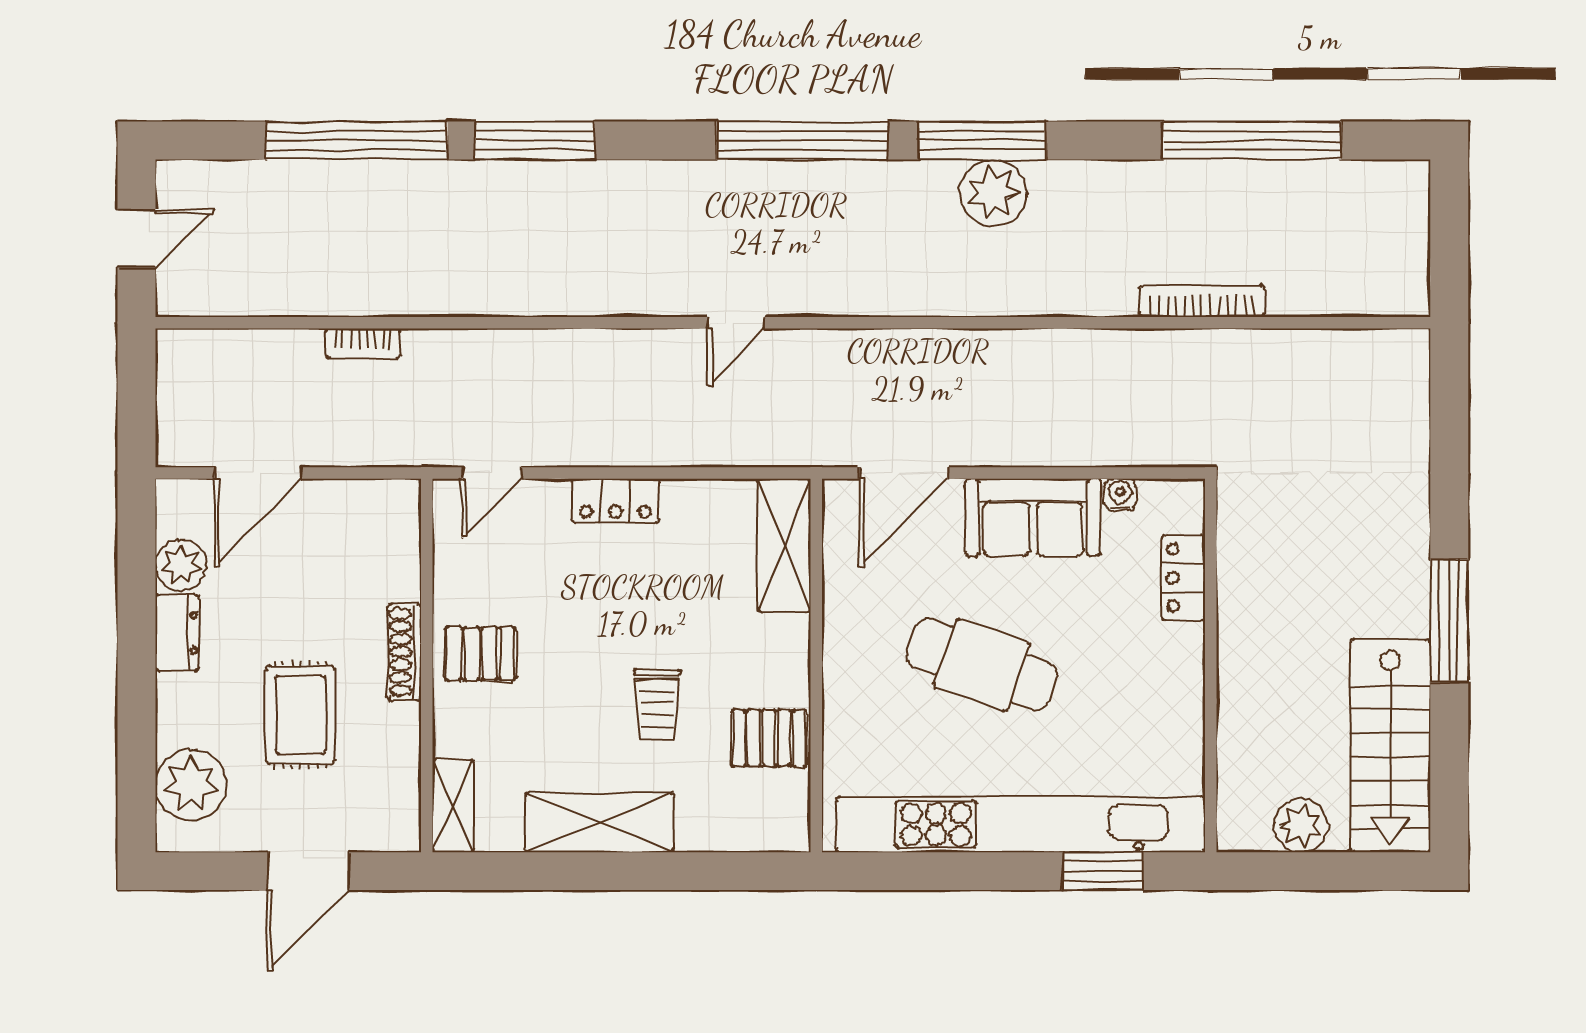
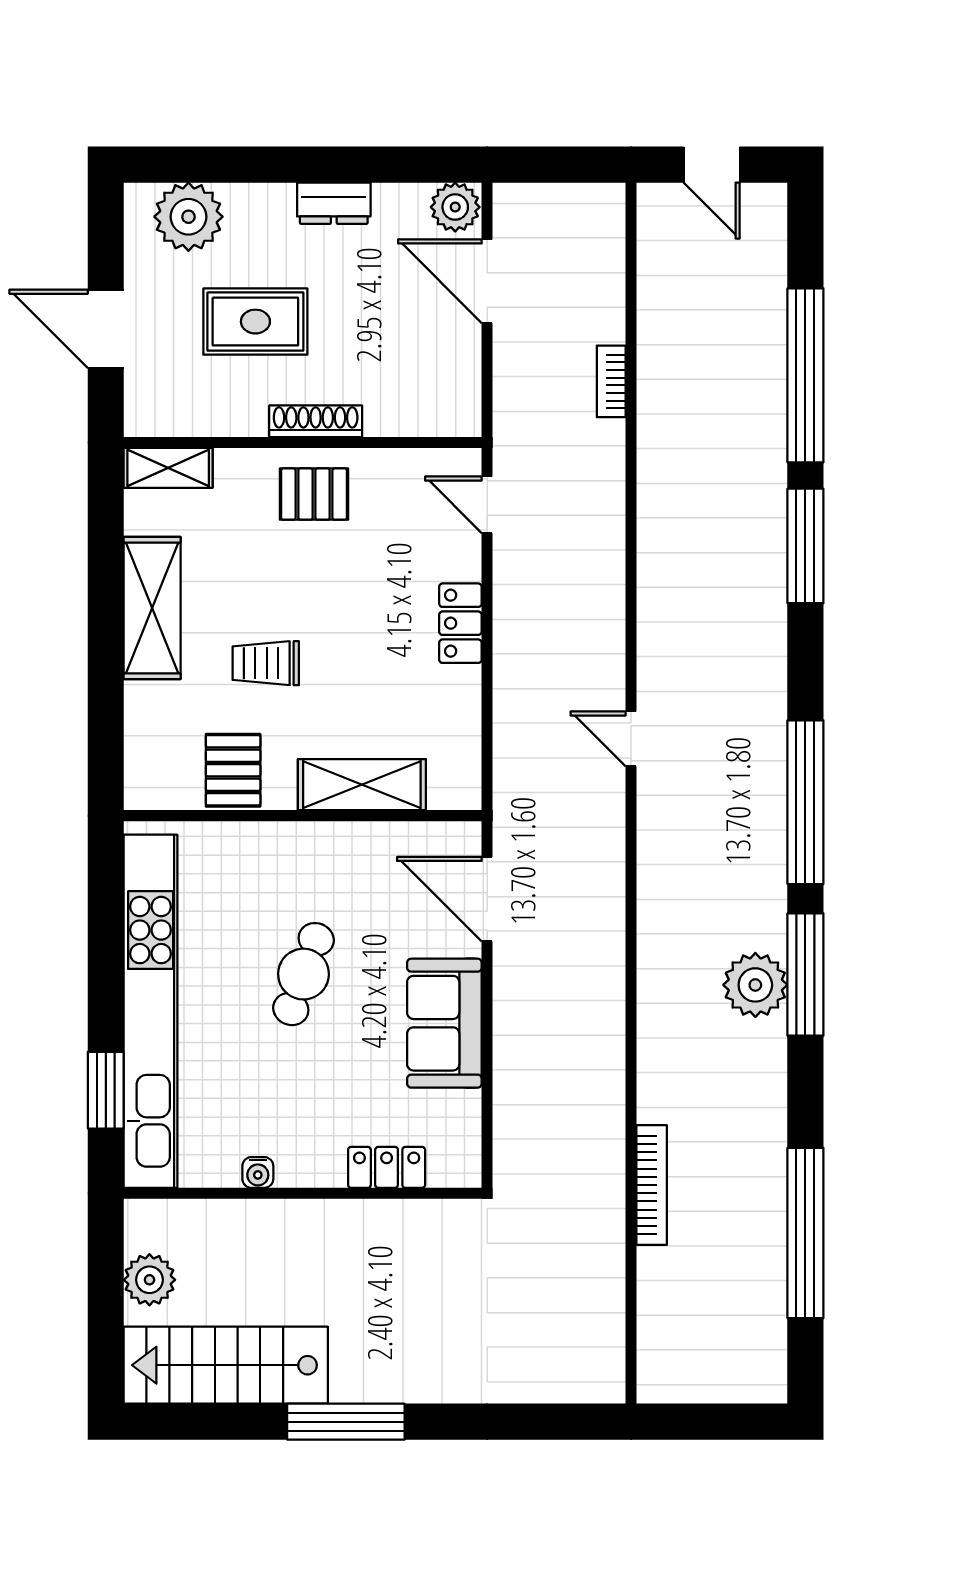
water cooler: (1120, 495) -> (258, 1172), moved, turned 90
shelving: (784, 545) -> (362, 785), moved
plant: (181, 565) -> (455, 207), moved
pallet: (481, 654) -> (314, 494), turned 90
cafe table: (982, 665) -> (303, 974), width x0.73, depth x0.74

